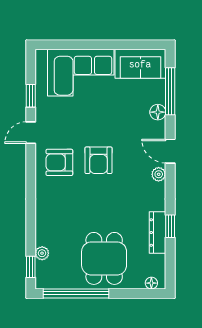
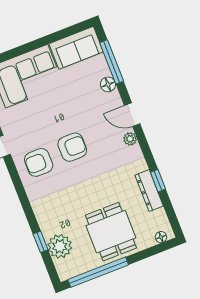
armchair: (98, 160) -> (72, 147), turned -90
plant: (42, 253) -> (60, 246), width x1.88, depth x1.88
window: (31, 267) -> (41, 242), moved

